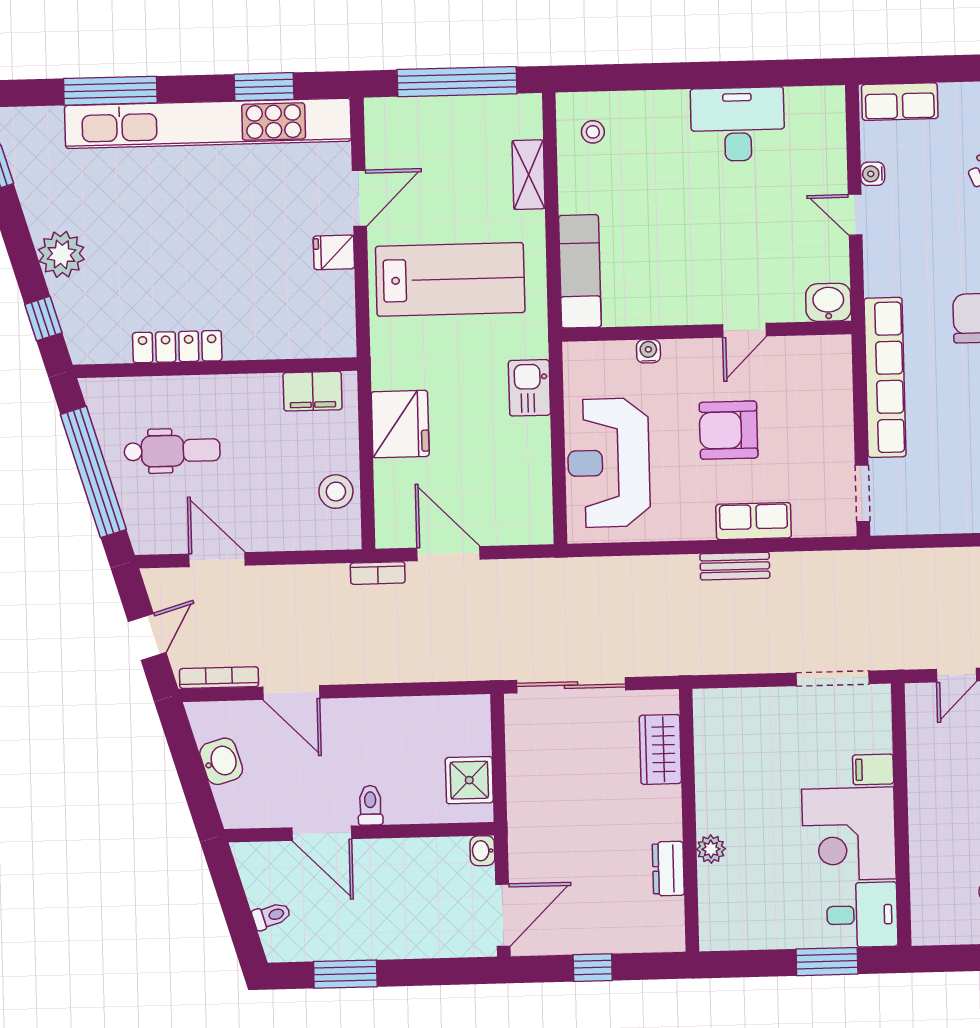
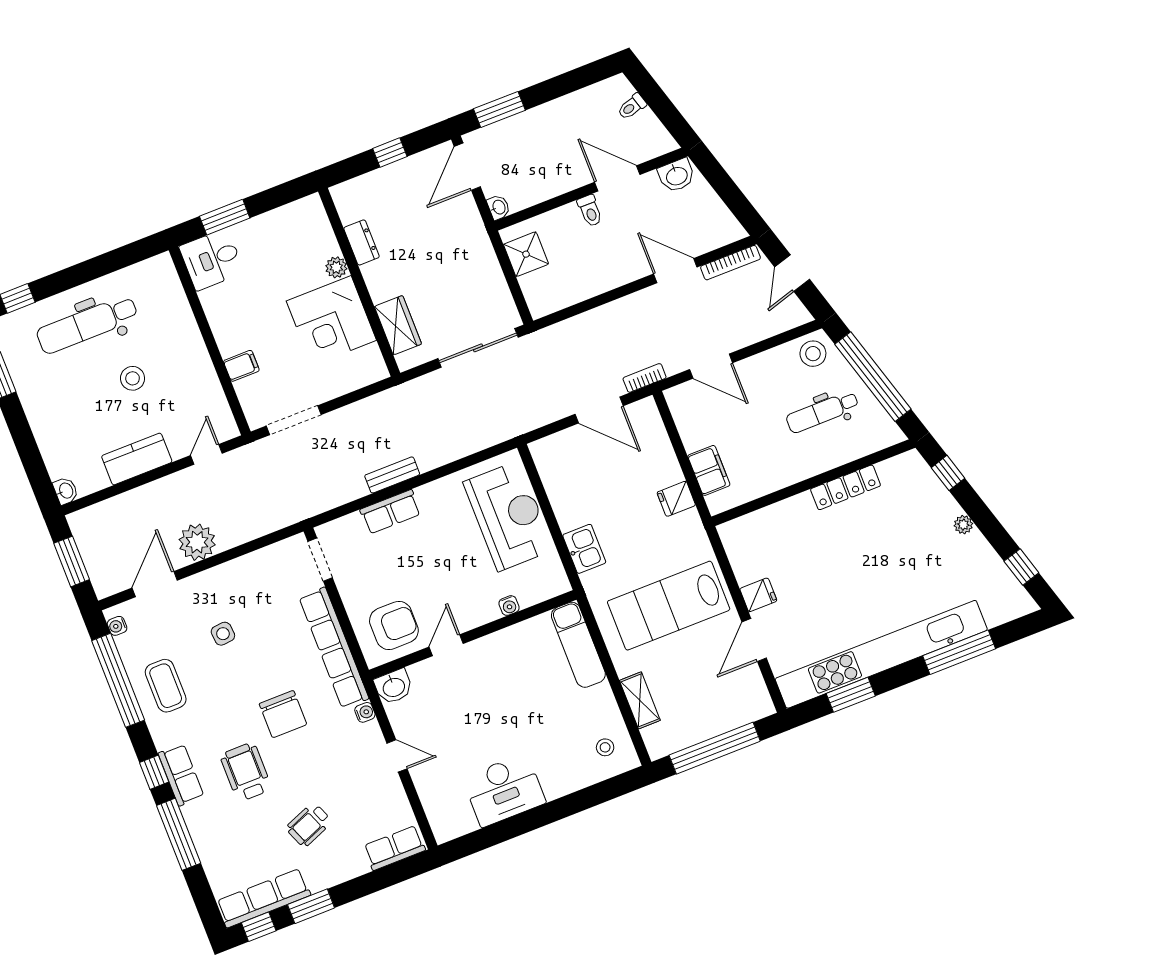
water cooler: (873, 174) -> (365, 712), moved
plant: (61, 254) -> (963, 525), width x0.53, depth x0.53
filing cabinet: (313, 391) -> (709, 470), moved, turned 90
fridge: (400, 424) -> (676, 499), width x0.53, depth x0.75
armchair: (729, 430) -> (394, 625), moved
stool: (336, 492) -> (813, 354), moved
door: (217, 560) -> (711, 366), moved
washbasin: (221, 761) -> (677, 175), moved, turned -73
corner desk: (849, 834) -> (331, 321), moved, turned 180
window: (345, 974) -> (499, 110), moved

